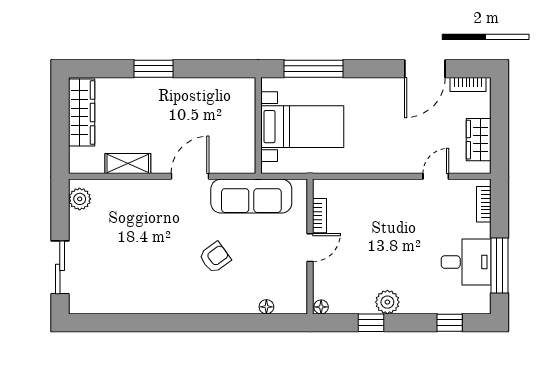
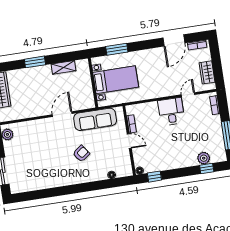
window: (313, 69) -> (117, 49), width x0.69
shelving: (128, 163) -> (63, 67), moved
door: (310, 248) -> (129, 141), hinge flipped
desk: (466, 262) -> (171, 112), moved, turned -90
plant: (387, 302) -> (204, 158), moved
window: (371, 323) -> (154, 177), moved

